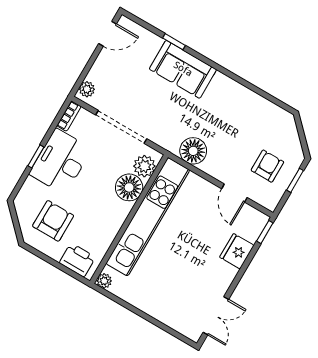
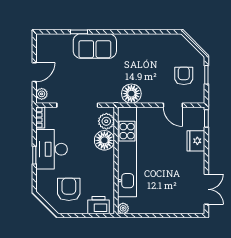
door: (108, 34) -> (34, 72), moved

